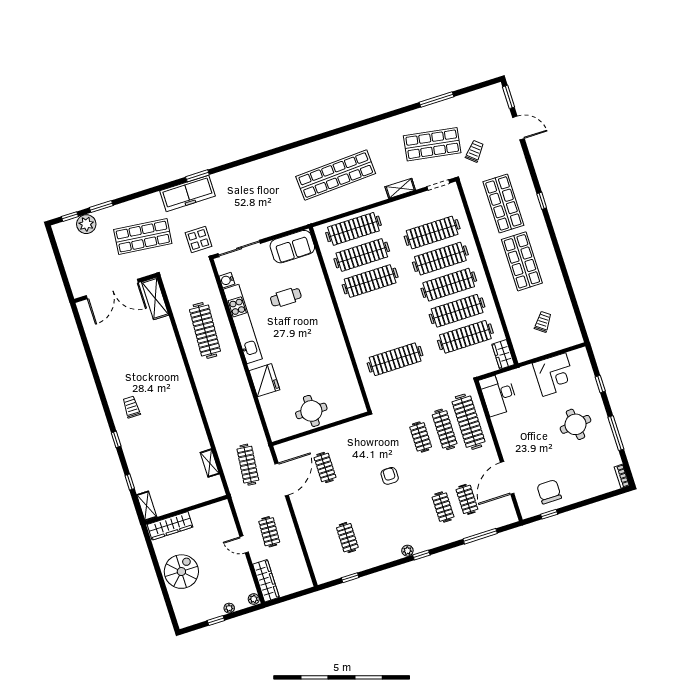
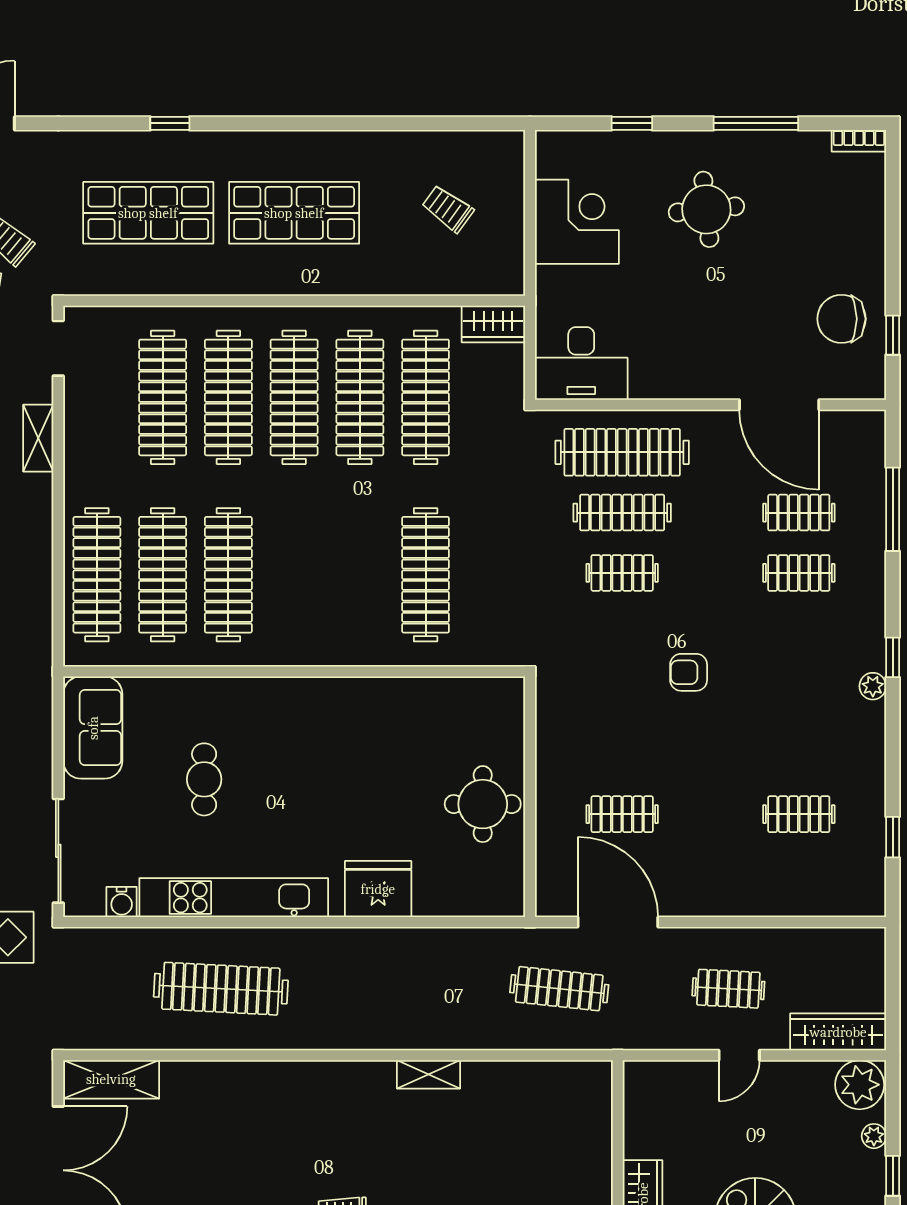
shelving: (210, 463) -> (429, 1074), moved
plant: (254, 599) -> (860, 1085), width x1.88, depth x1.88

